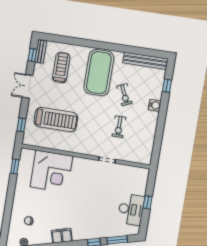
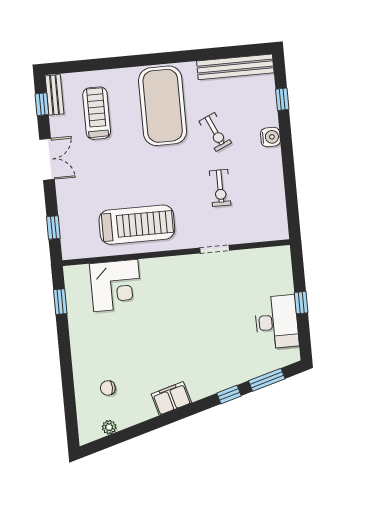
double door: (27, 86) -> (47, 159), swing flipped
treadmill: (56, 120) -> (137, 225), moved
corner desk: (51, 171) -> (116, 285), width x0.74, depth x0.74

